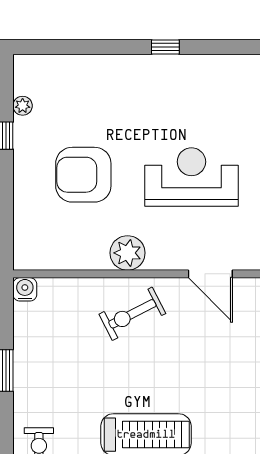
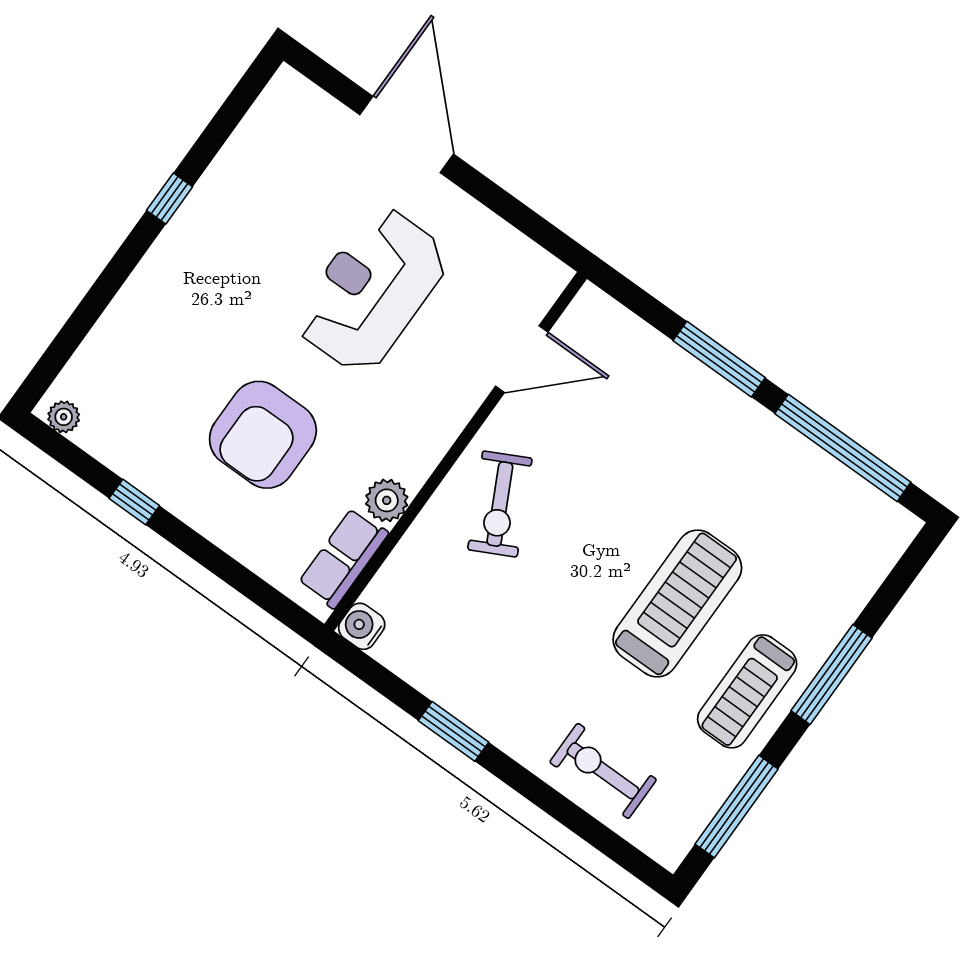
plant: (23, 106) -> (64, 417), moved
plant: (128, 253) -> (387, 500), moved, width x0.73, depth x0.73
row of seats: (52, 257) -> (343, 558), added

